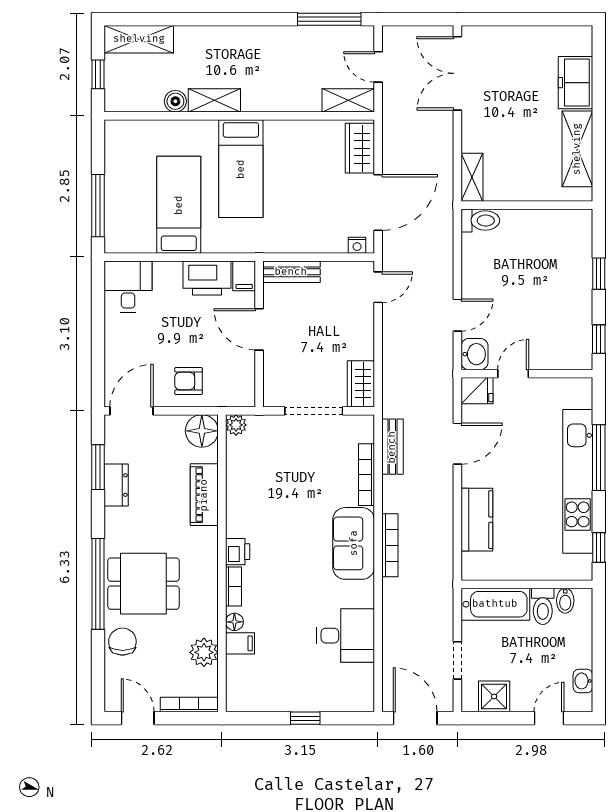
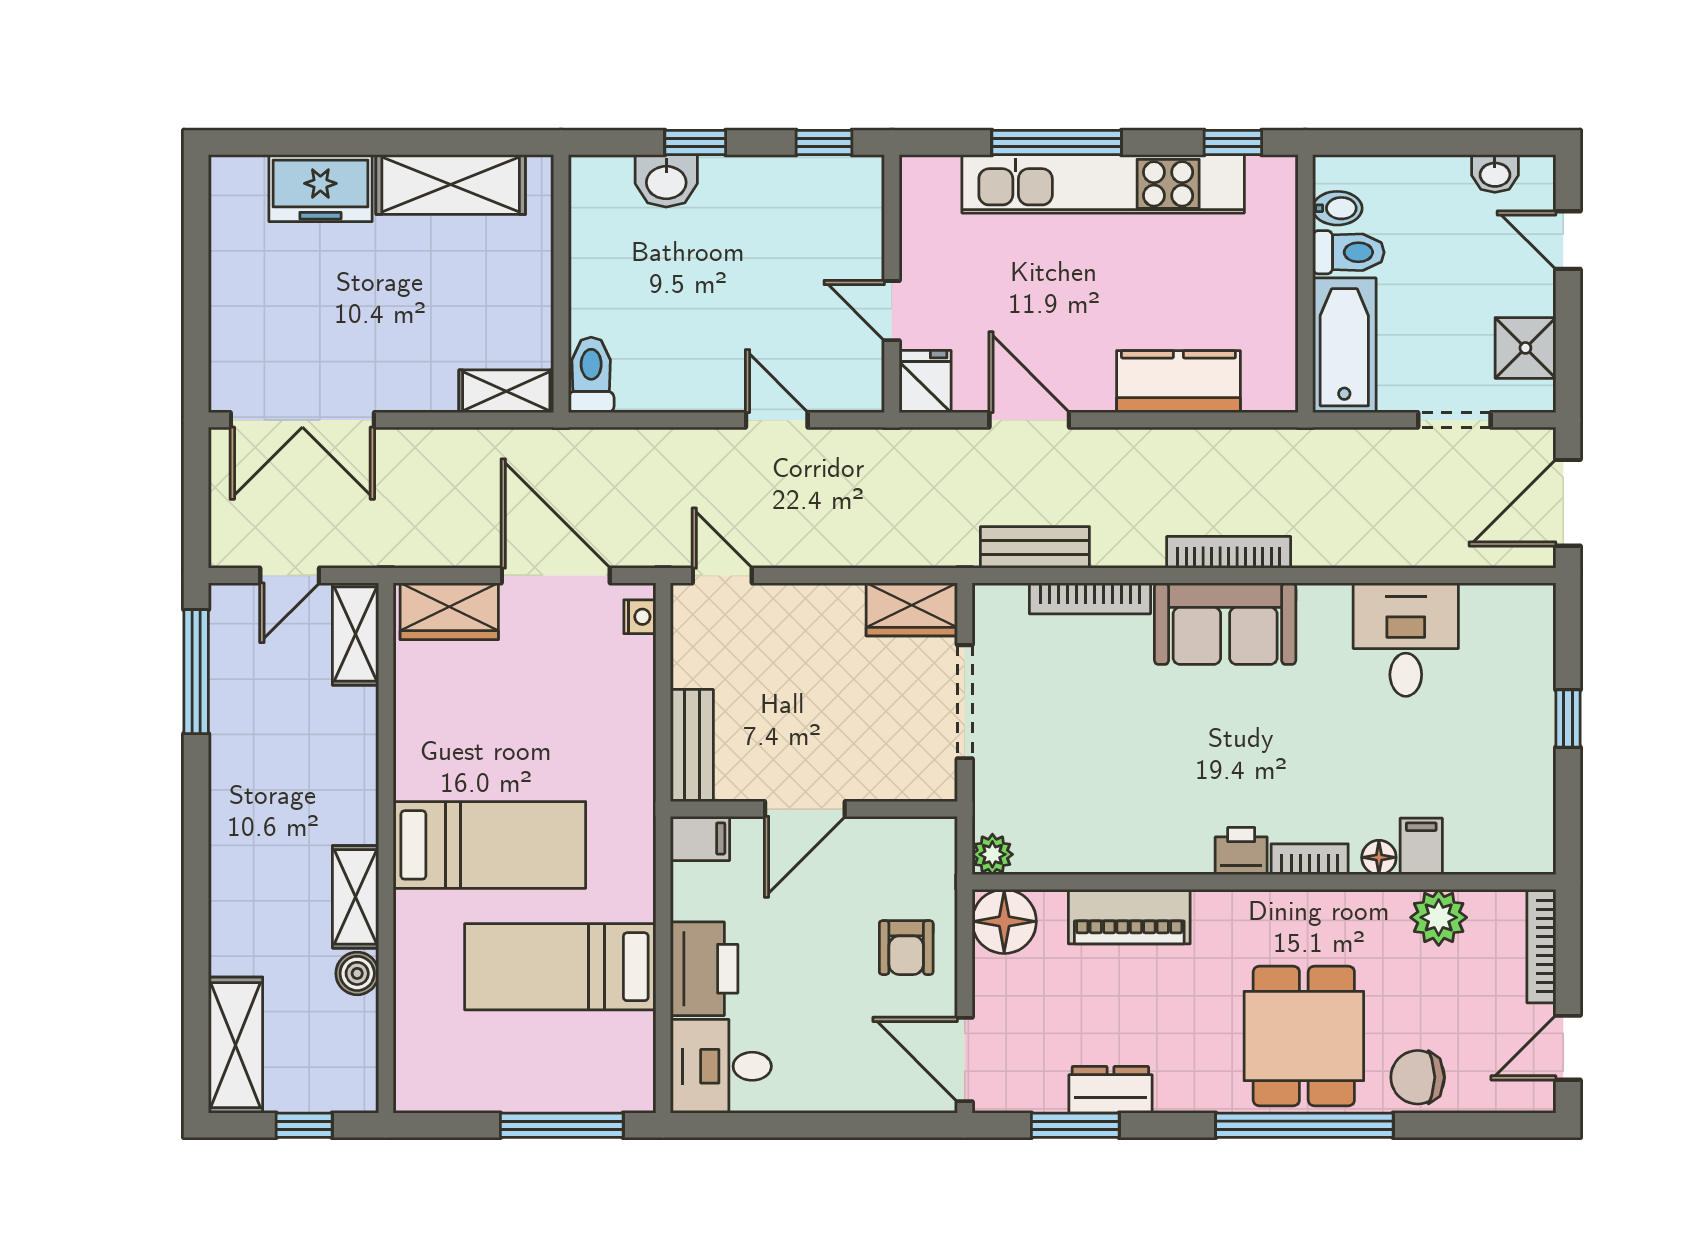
printer: (207, 278) -> (704, 969), moved
washbasin: (475, 354) -> (666, 181), moved, turned 180

